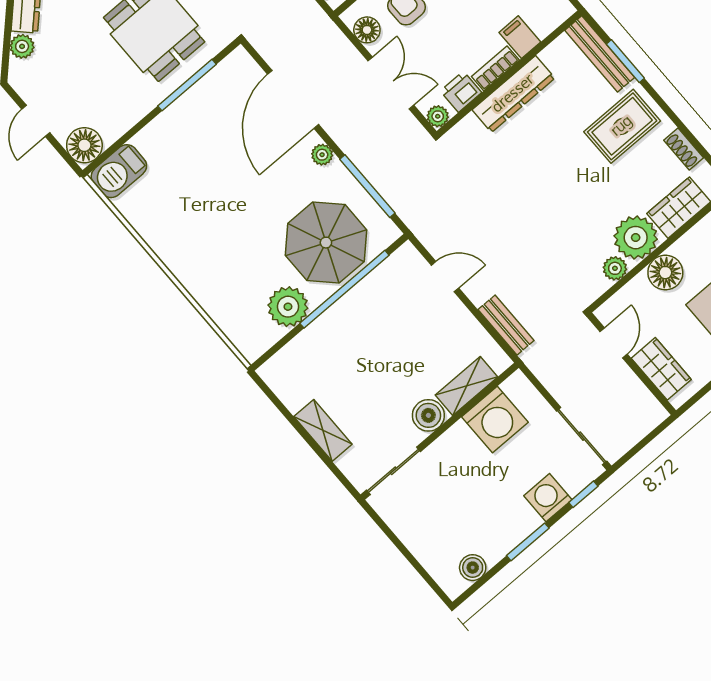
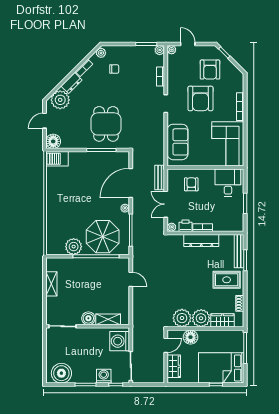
floor lamp: (367, 30) -> (173, 181), removed
filing cabinet: (520, 37) -> (219, 224), removed
plant: (22, 46) -> (60, 100), width x1.87, depth x1.87
double door: (391, 83) -> (166, 204), swing flipped
plant: (615, 268) -> (182, 318), width x1.88, depth x1.88
floor lamp: (665, 273) -> (191, 337), moved
bench: (506, 325) -> (160, 177), moved
washing machine: (495, 420) -> (120, 341), moved, turned 90
shelving: (323, 430) -> (51, 284), moved
boiler: (473, 568) -> (61, 373), width x1.86, depth x1.86

